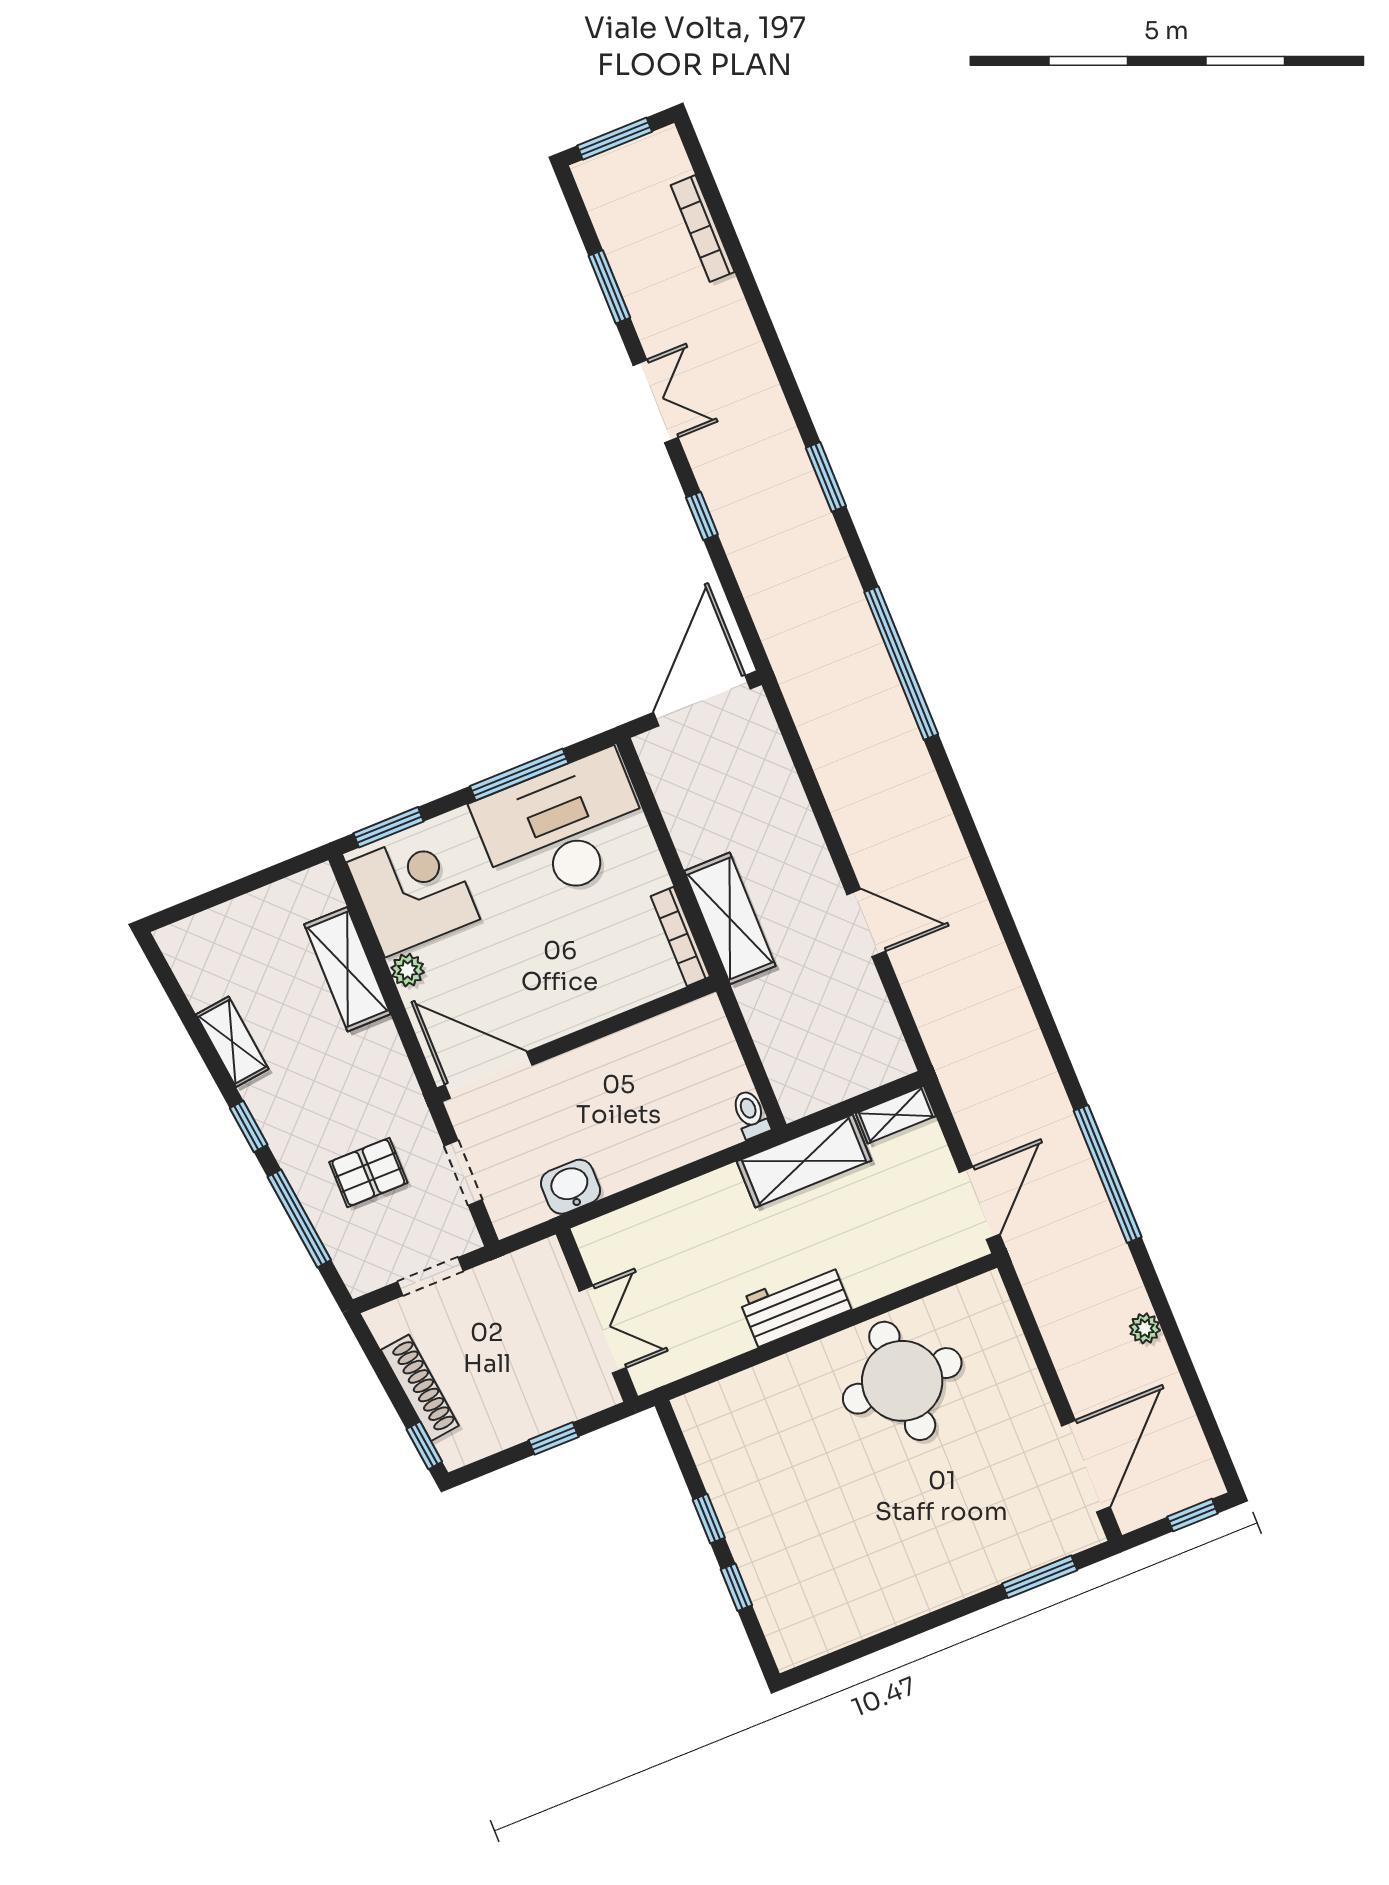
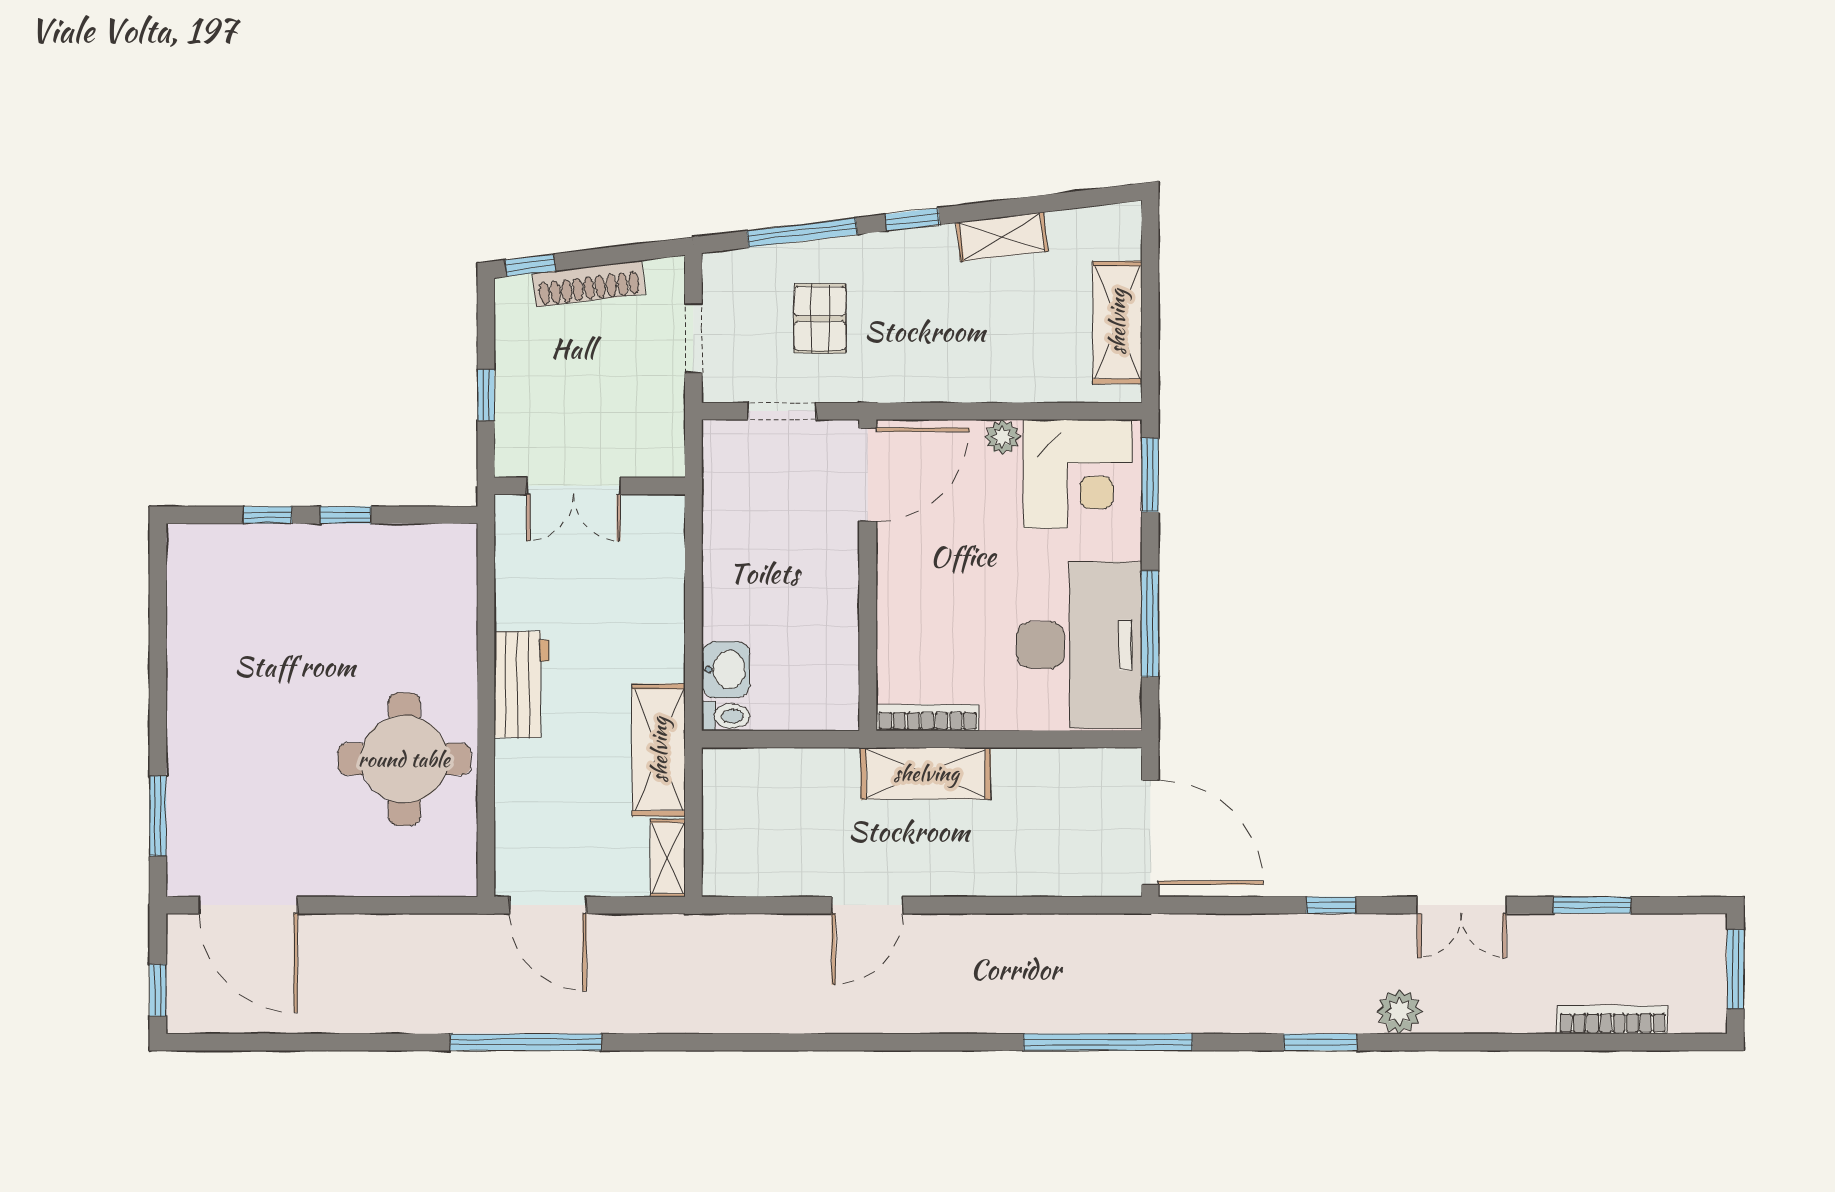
shelving: (347, 969) -> (1117, 322), moved, turned 90
washbasin: (571, 1187) -> (726, 670), moved
plant: (1145, 1328) -> (1399, 1011), moved, width x1.38, depth x1.38

